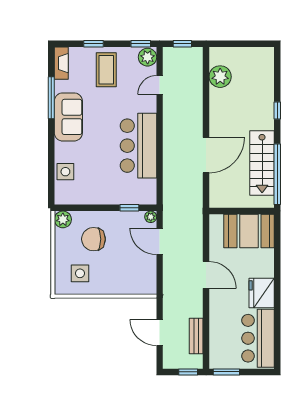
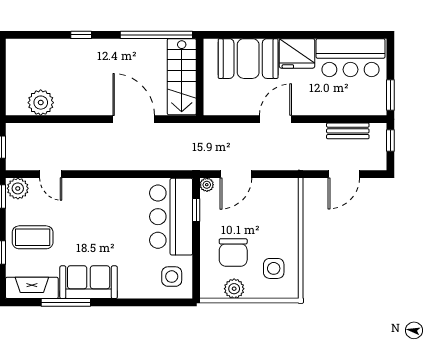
fireplace: (61, 63) -> (32, 288), width x1.37, depth x1.32
bar counter: (138, 146) -> (171, 217), moved, turned 90
stairs: (262, 163) -> (182, 77), moved, turned 90
side table: (65, 172) -> (172, 277), moved
plant: (63, 219) -> (234, 289), moved
booth: (249, 231) -> (248, 59), moved, turned 90

